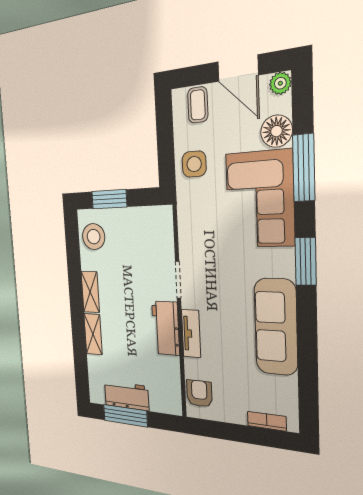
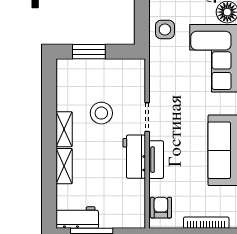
stool: (94, 237) -> (101, 113), moved
workbench: (126, 396) -> (77, 218), moved
bookcase: (267, 421) -> (206, 223), width x1.56

